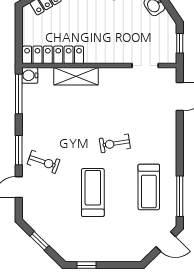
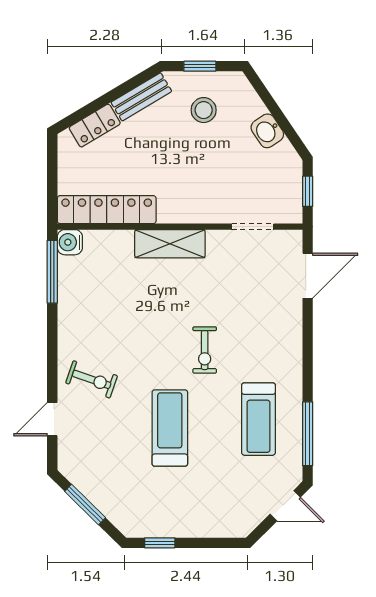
shelving: (76, 76) -> (170, 244), moved
exercise bike: (115, 143) -> (205, 350), turned -81
window: (19, 150) -> (52, 361), removed
window: (39, 241) -> (85, 504), width x1.50

